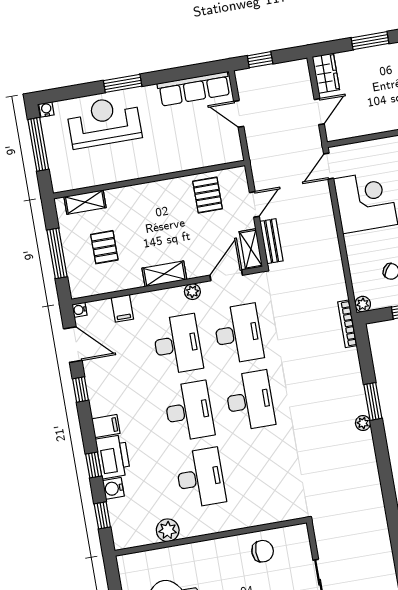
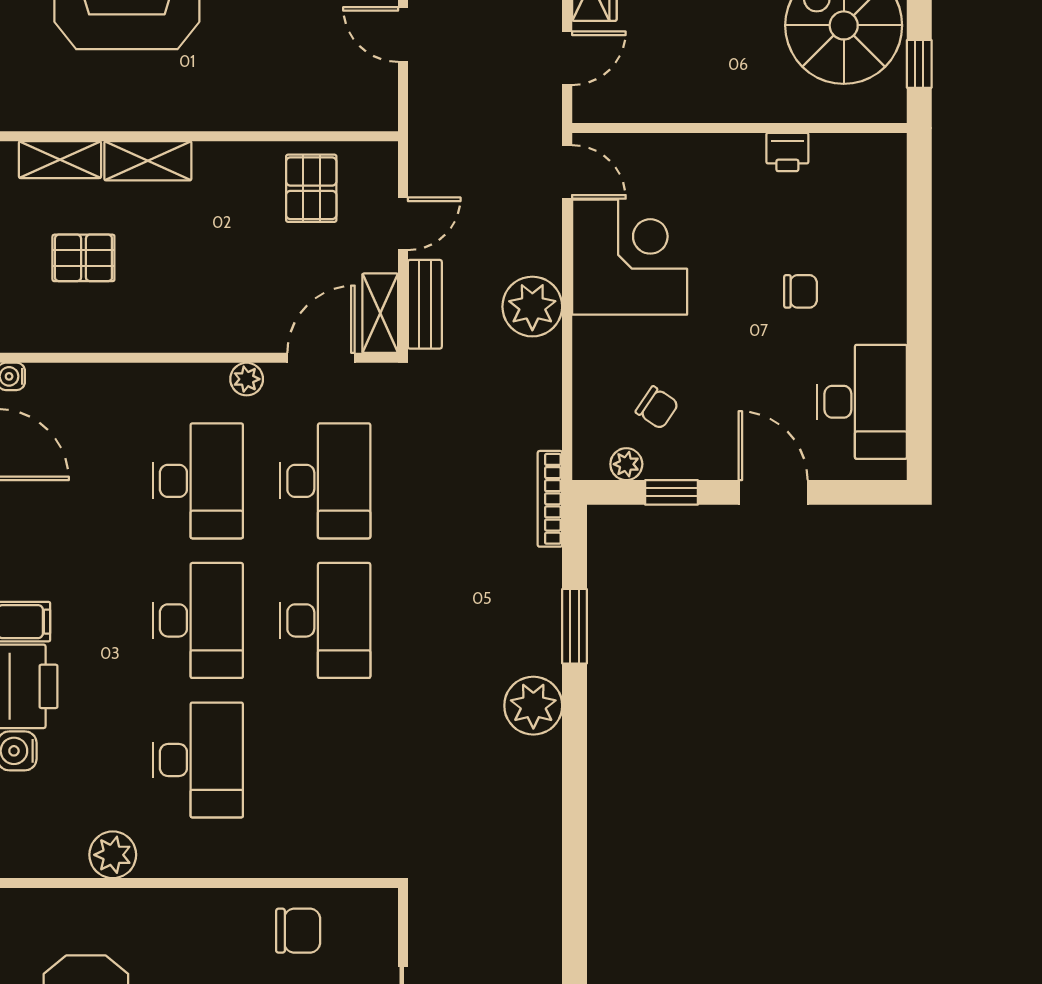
door: (329, 166) -> (567, 172), swing flipped
plant: (323, 233) -> (532, 307), added
pallet: (104, 247) -> (83, 258), turned 90
shelving: (164, 274) -> (148, 161), moved
plant: (363, 304) -> (626, 464), moved
filing cabinet: (122, 308) -> (99, 388), removed
window: (373, 401) -> (575, 626), moved
plant: (363, 423) -> (533, 706), width x1.87, depth x1.87

